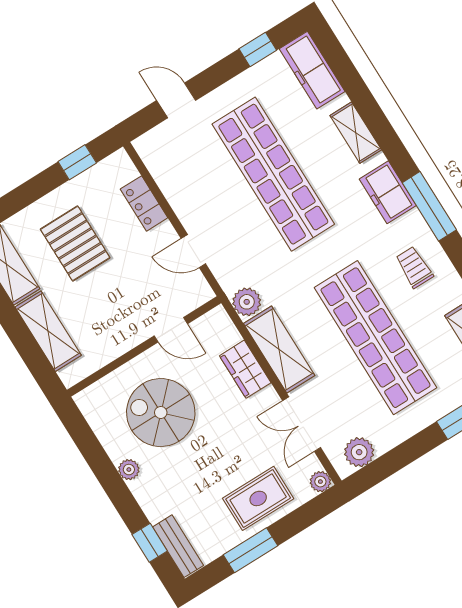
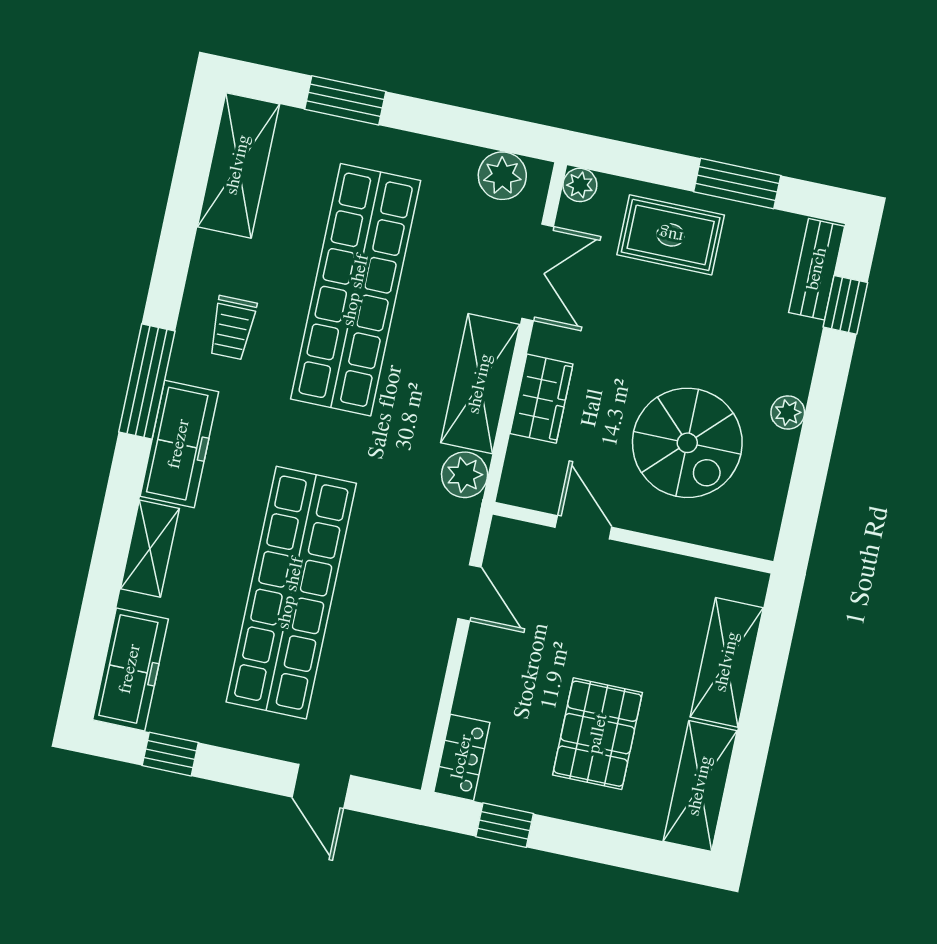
freezer: (388, 192) -> (179, 444), width x1.40
locker: (144, 203) -> (462, 757), moved

